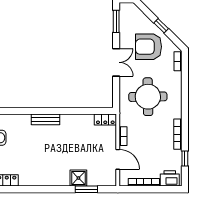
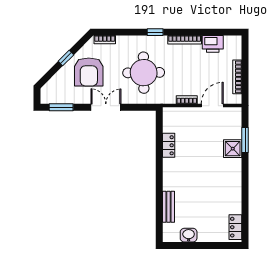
bench: (46, 119) -> (168, 207), moved
locker: (105, 120) -> (169, 145), moved
window: (185, 159) -> (155, 32), moved
printer: (170, 178) -> (213, 44), moved, turned -90

